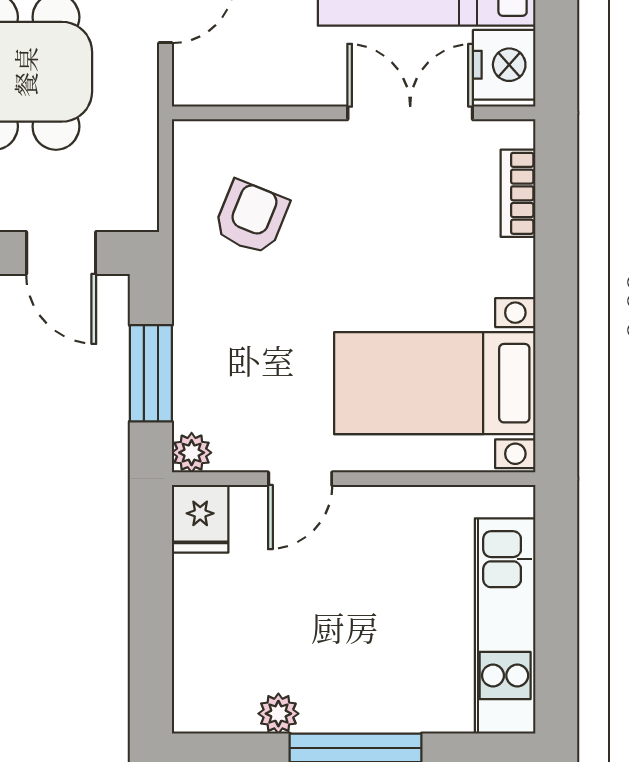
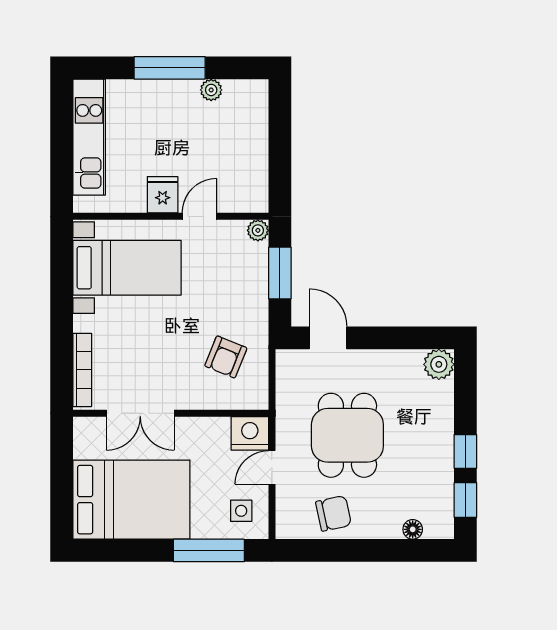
nightstand: (504, 65) -> (250, 433), moved, turned 90
bookcase: (518, 193) -> (82, 370), width x1.56
fridge: (200, 519) -> (163, 195), moved

